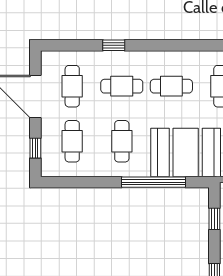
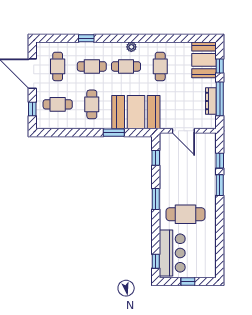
plant: (179, 58) -> (131, 47), added
cafe table: (72, 141) -> (58, 104), turned 90
window: (154, 182) -> (114, 133), width x0.47

